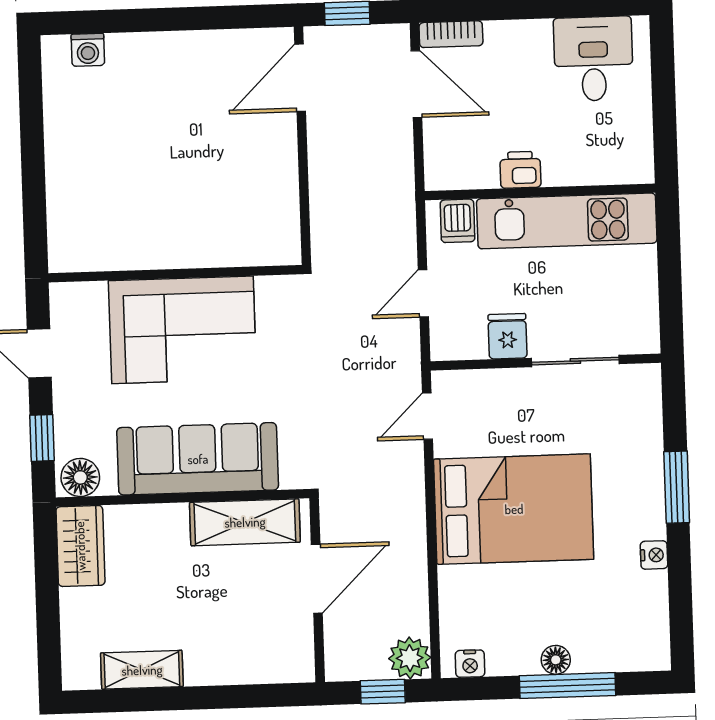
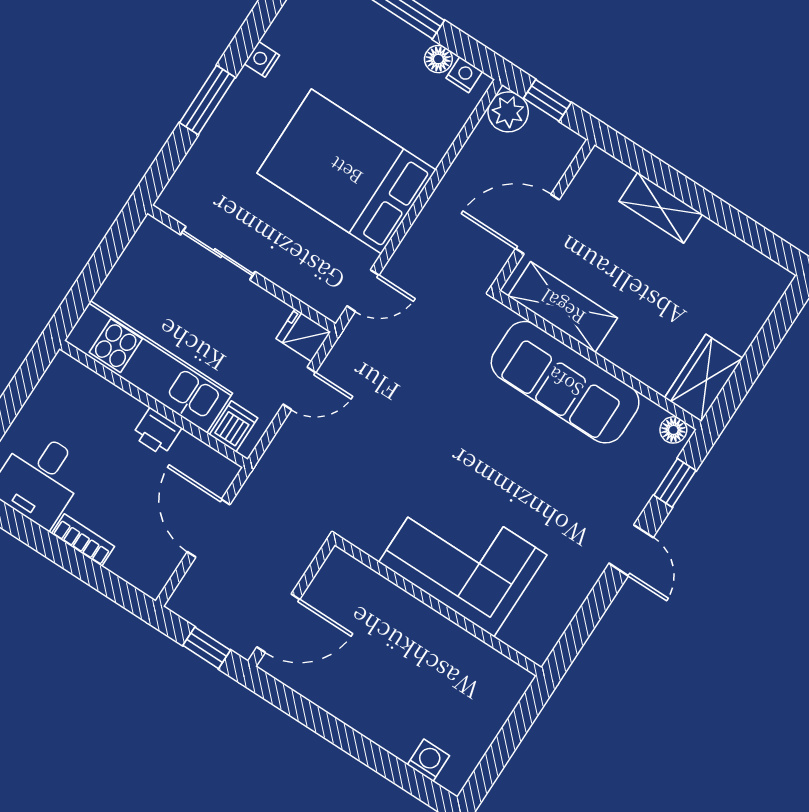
bookcase: (451, 34) -> (83, 540), moved
door: (416, 84) -> (209, 528), moved
wall: (175, 274) -> (438, 606), moved
corner sofa: (182, 330) -> (463, 559), moved
fridge: (508, 336) -> (303, 335), moved, turned 90
floor lamp: (80, 477) -> (673, 430), width x0.73, depth x0.73
floor lamp: (556, 660) -> (438, 59), moved
shelving: (142, 670) -> (661, 208), moved

